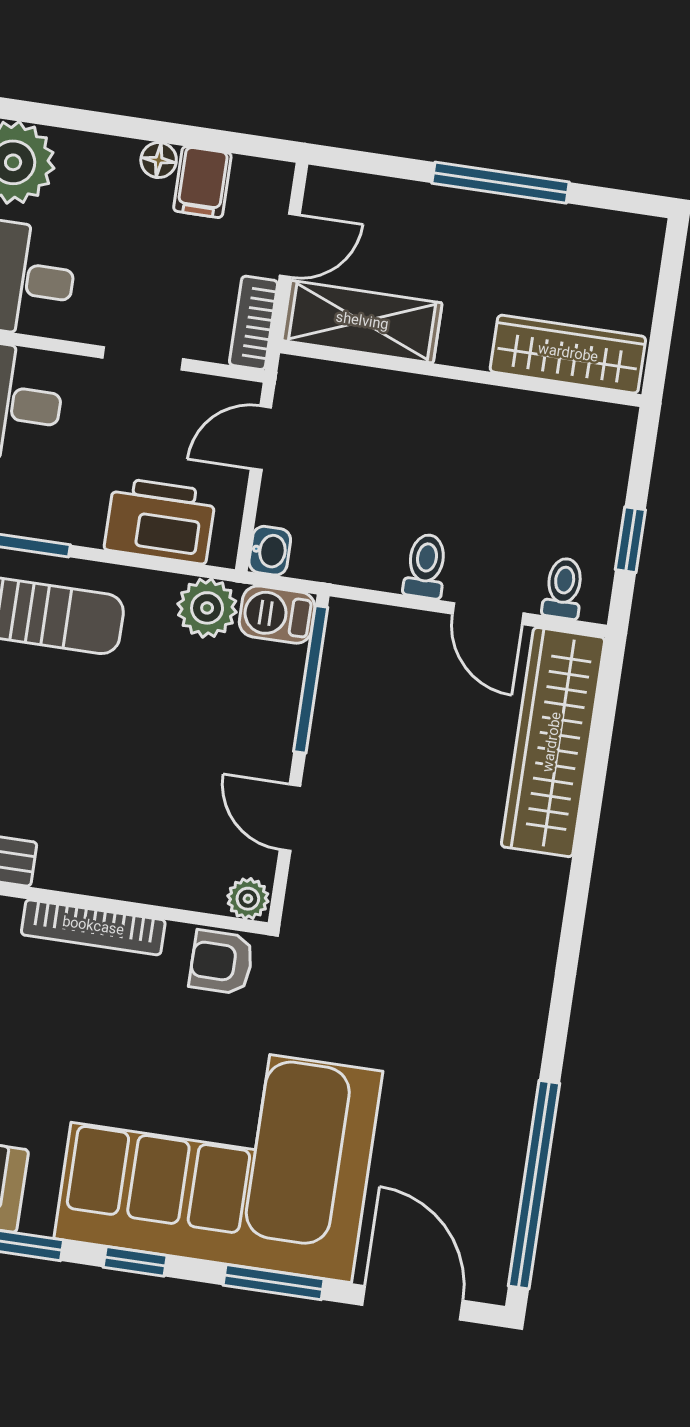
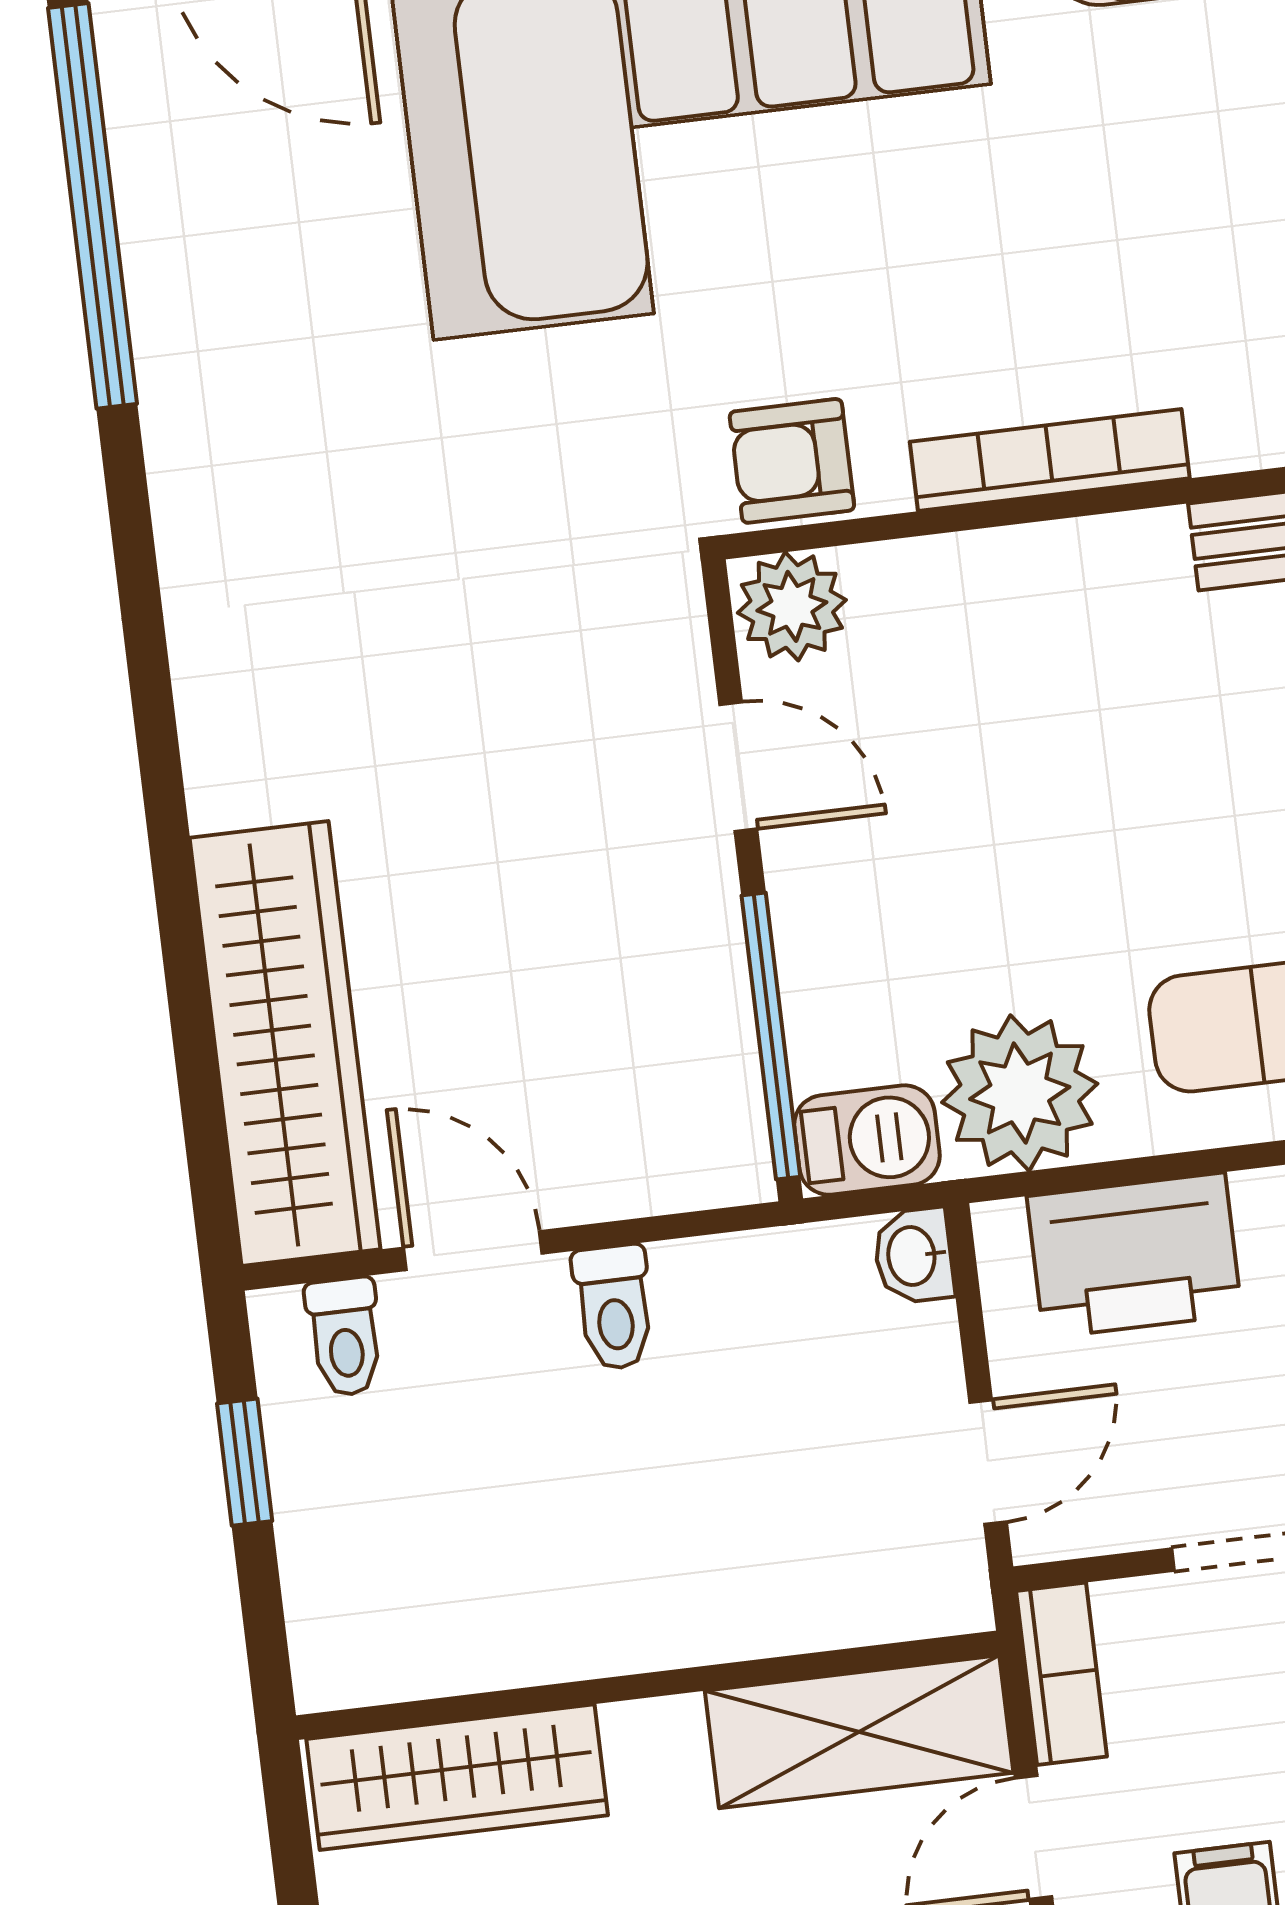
plant: (207, 608) -> (1020, 1093), width x1.36, depth x1.36
plant: (248, 899) -> (792, 606), width x1.38, depth x1.38
armchair: (221, 962) -> (792, 461), turned 180

